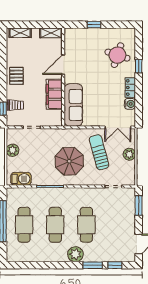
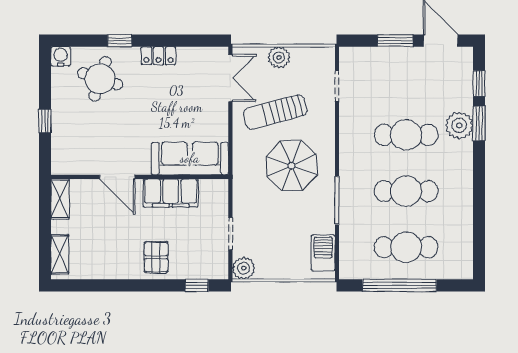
pallet: (16, 76) -> (156, 257), moved, turned 90
water cooler: (130, 104) -> (61, 56), moved
trolley: (15, 105) -> (190, 263), removed
plant: (13, 150) -> (244, 268), moved
window: (139, 206) -> (395, 41), moved
plant: (75, 254) -> (459, 125), moved

